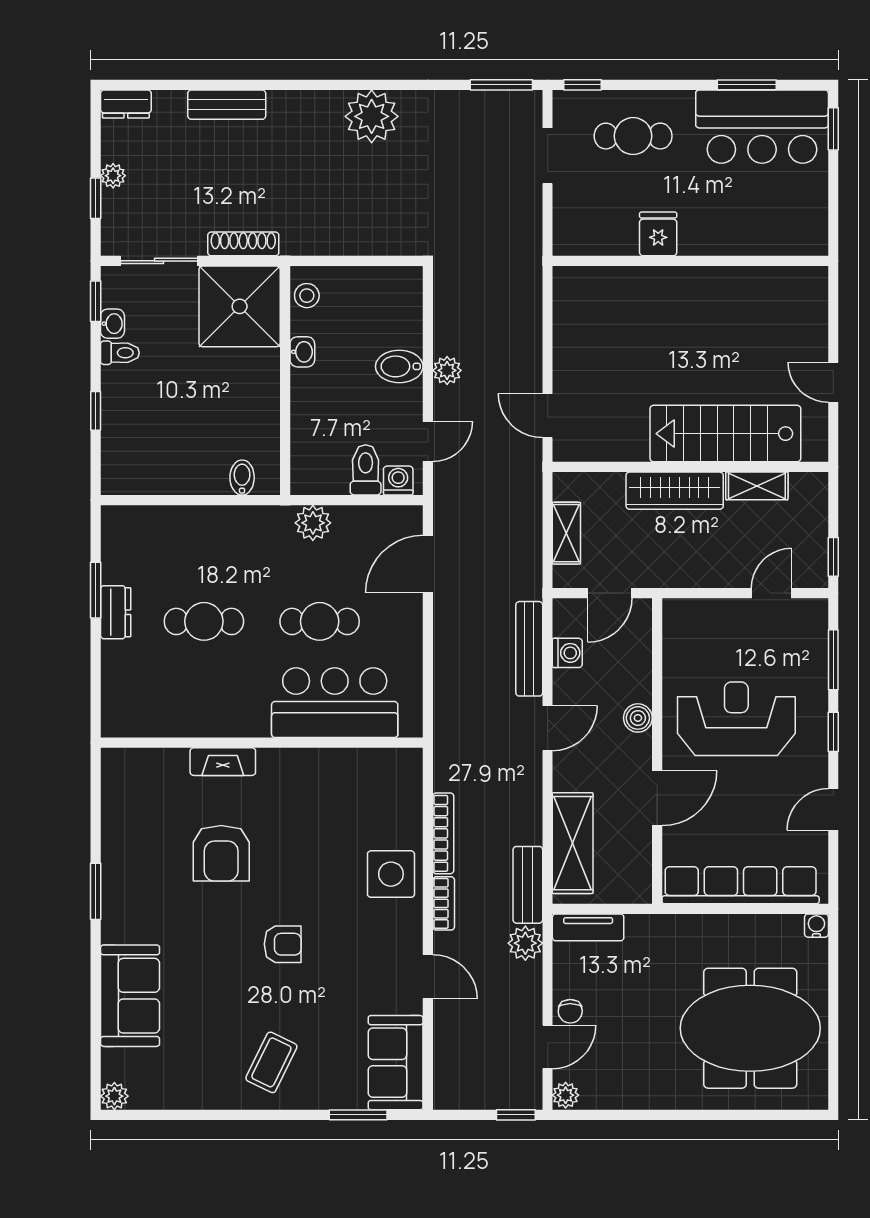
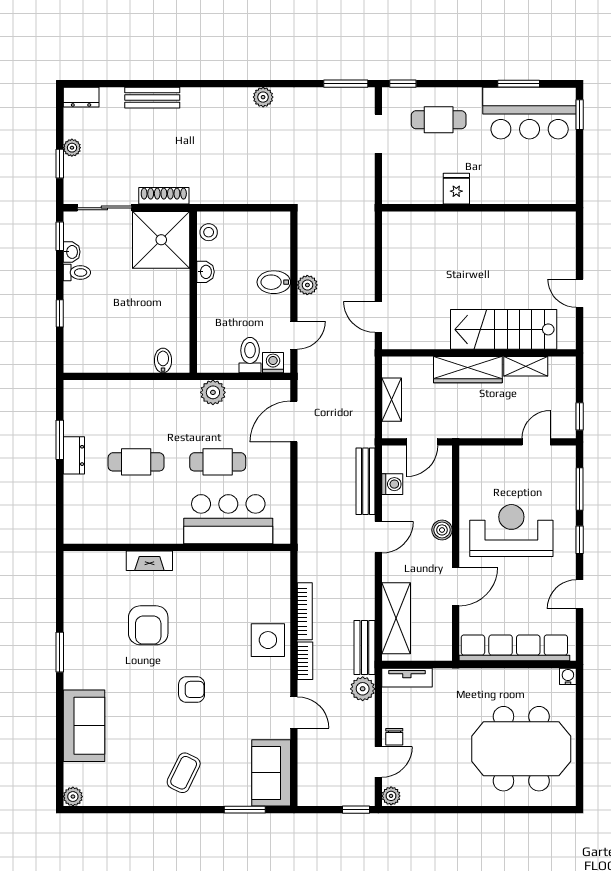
plant: (372, 116) -> (263, 97), width x0.53, depth x0.53

